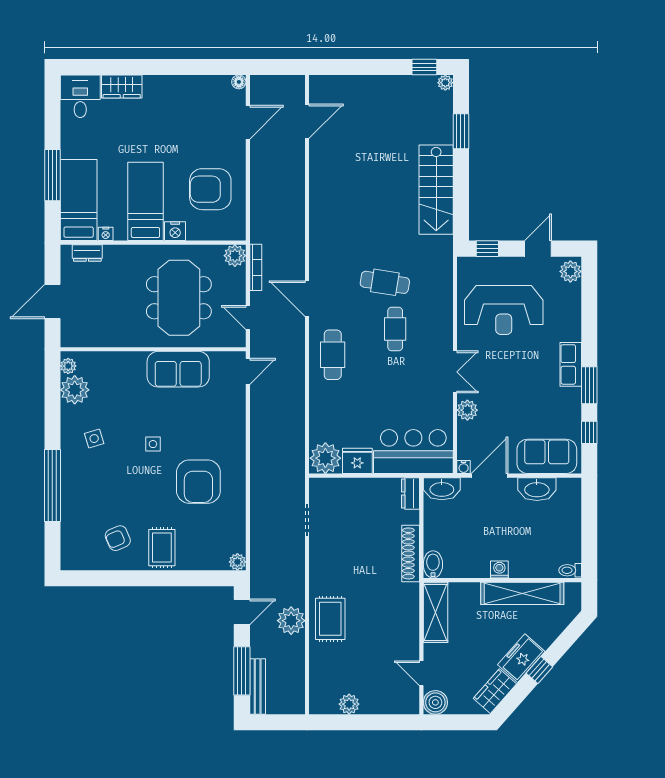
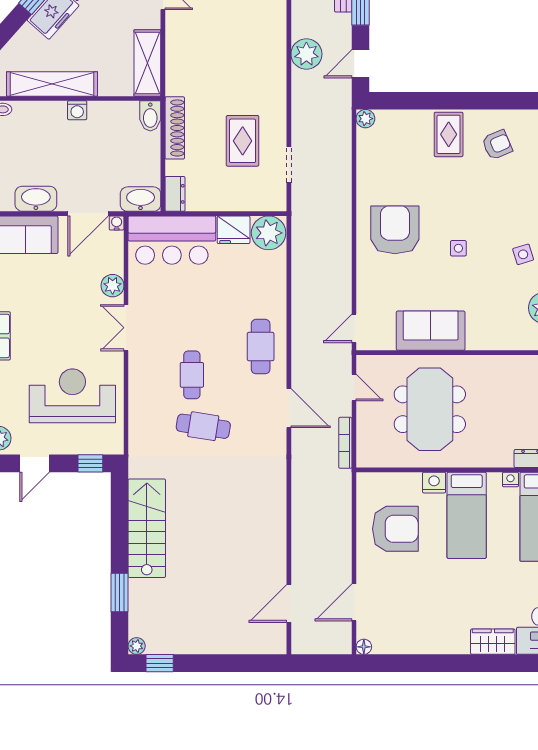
plant: (235, 256) -> (368, 456), removed
armchair: (198, 482) -> (395, 230), moved
rug: (330, 619) -> (243, 141), moved

